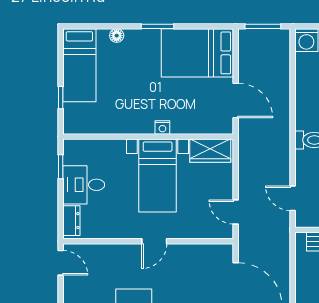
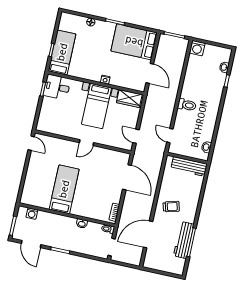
bed: (79, 65) -> (62, 52), moved, turned 180
desk: (84, 185) -> (57, 87), moved
dresser: (71, 221) -> (42, 121), removed

